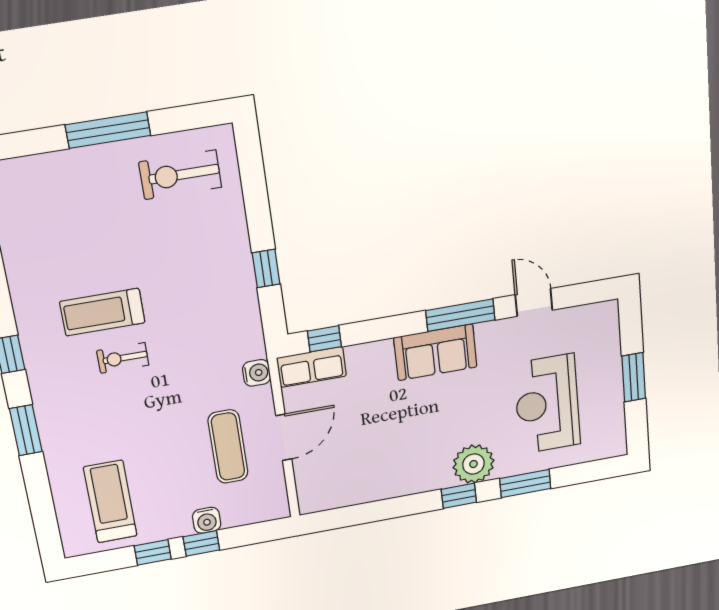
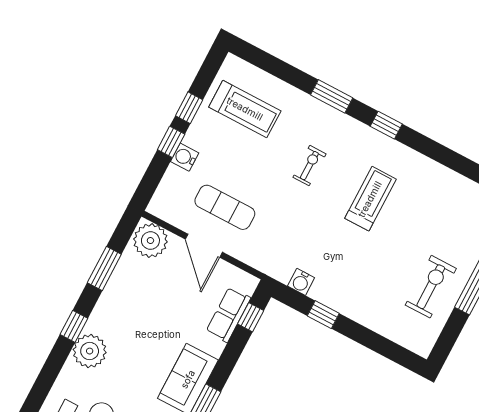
exercise bike: (180, 175) -> (431, 287), moved
exercise bike: (123, 358) -> (309, 166), moved
row of seats: (312, 367) -> (228, 315), moved
water cooler: (257, 373) -> (301, 282), moved
window: (525, 484) -> (104, 269), moved
plant: (318, 490) -> (150, 241), added

